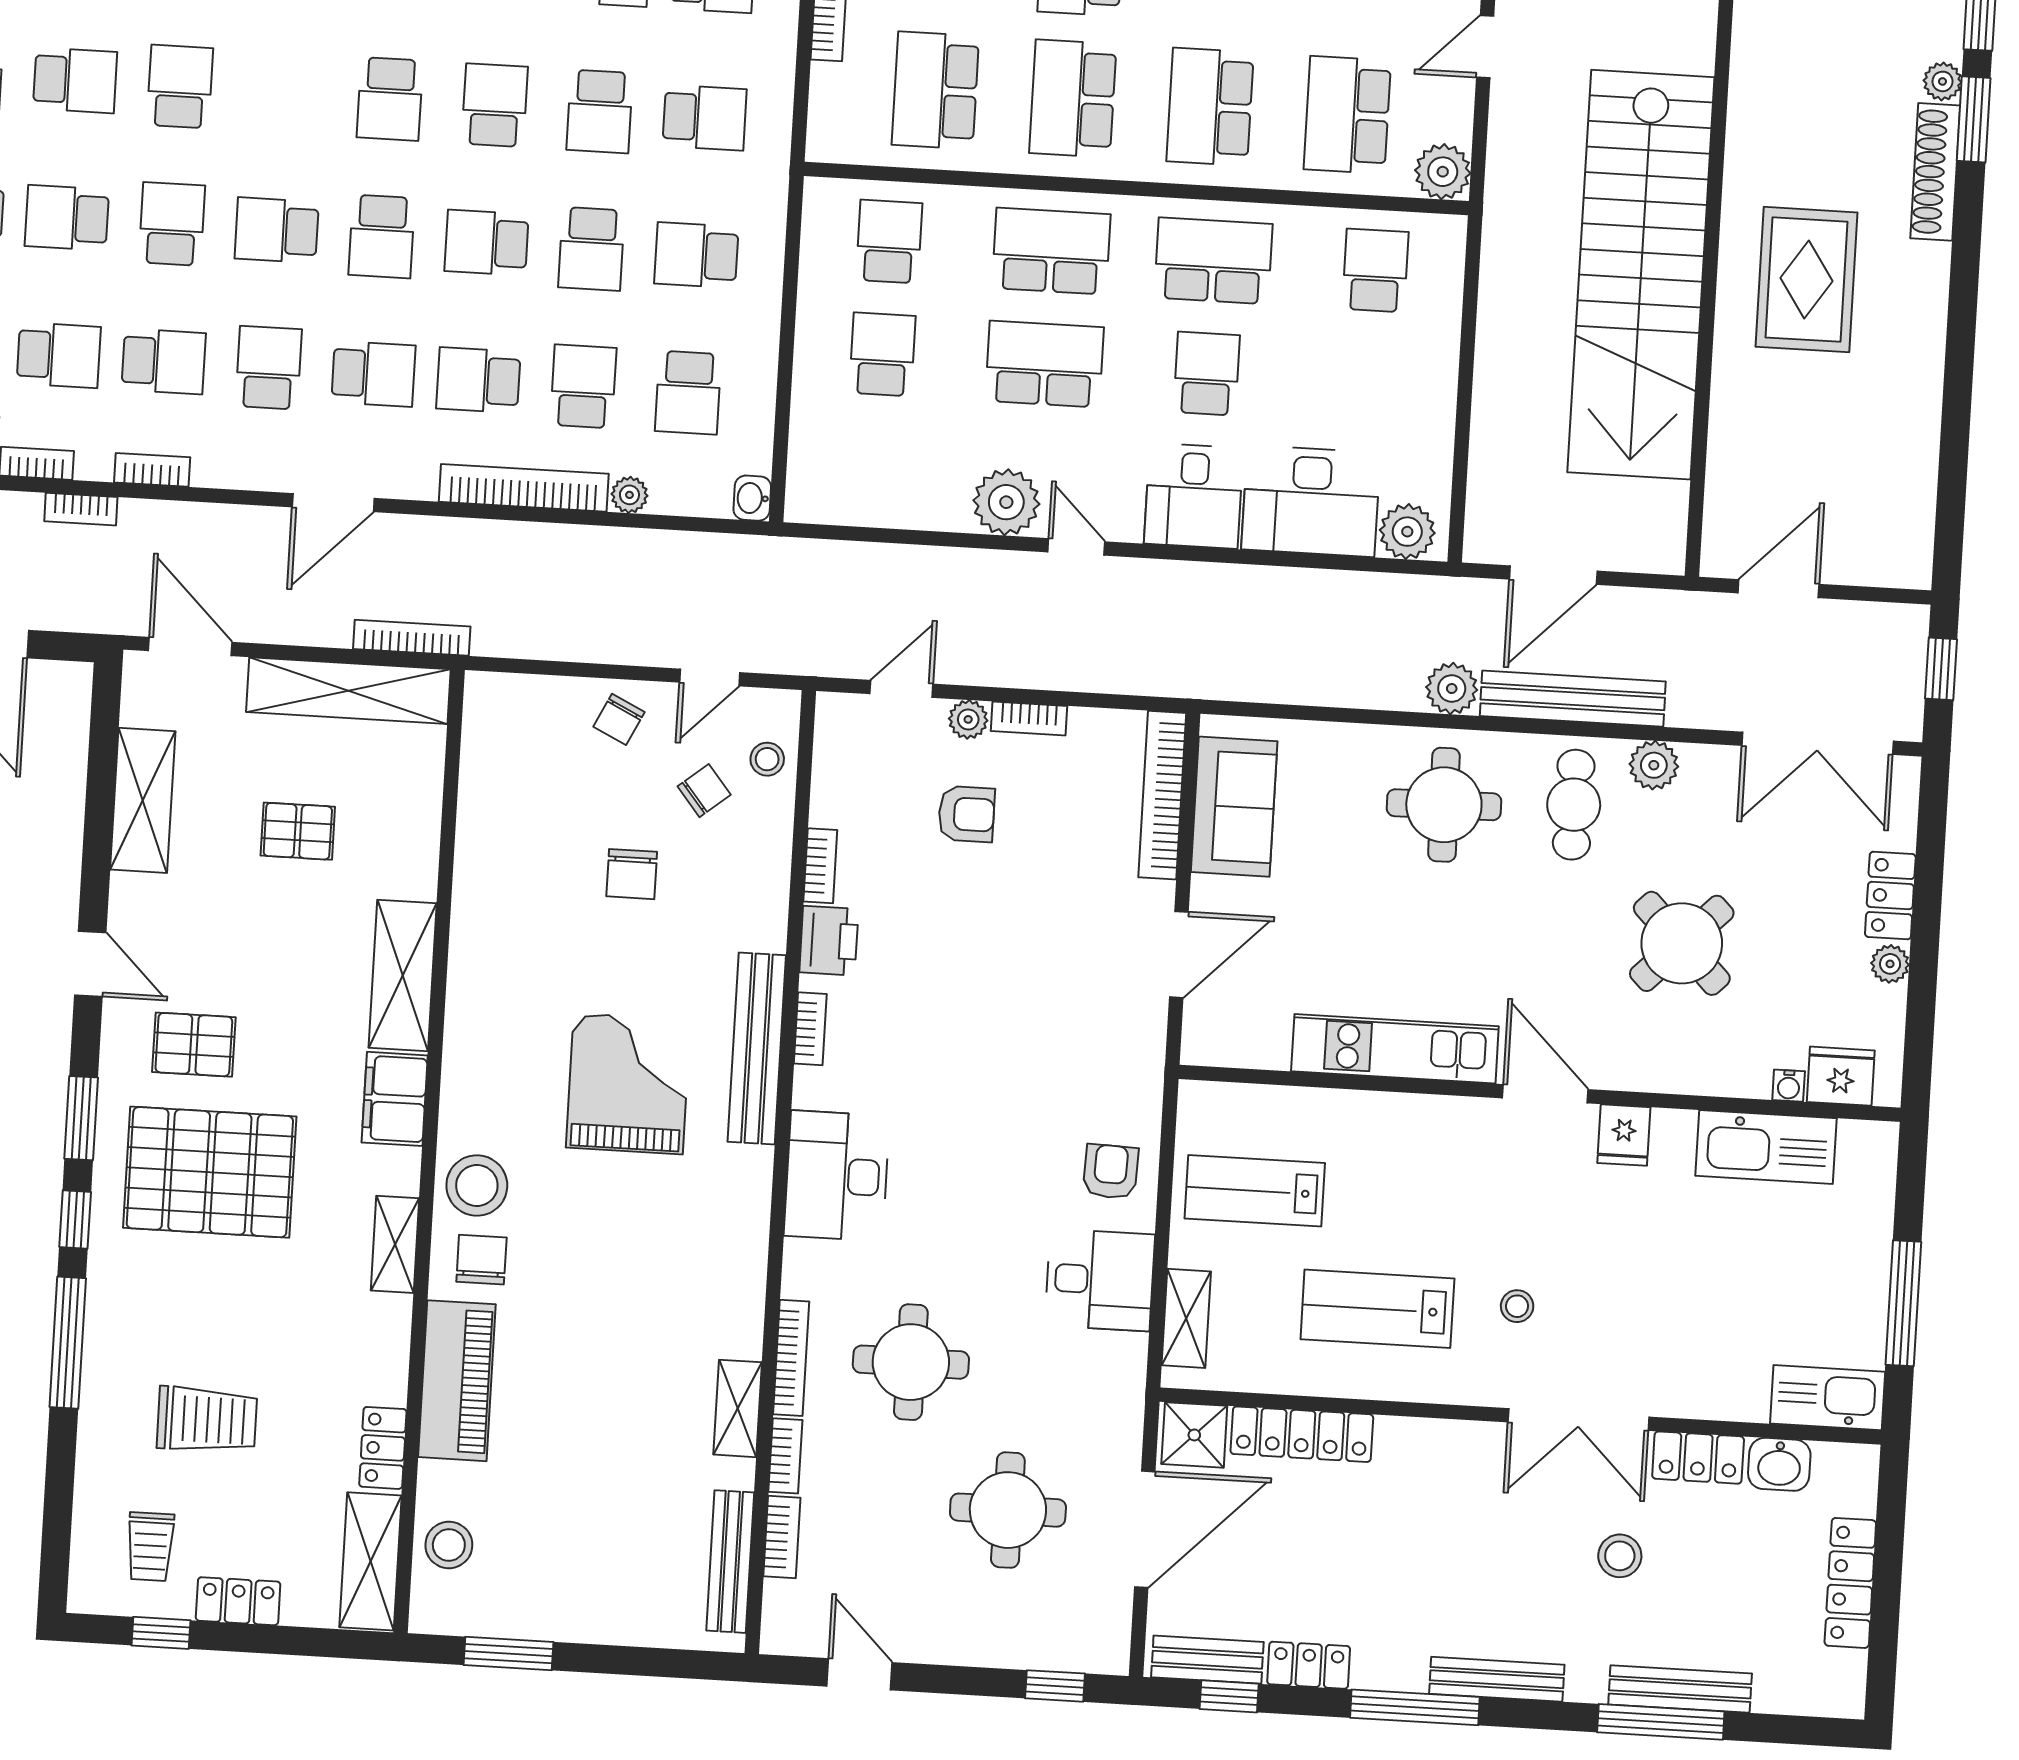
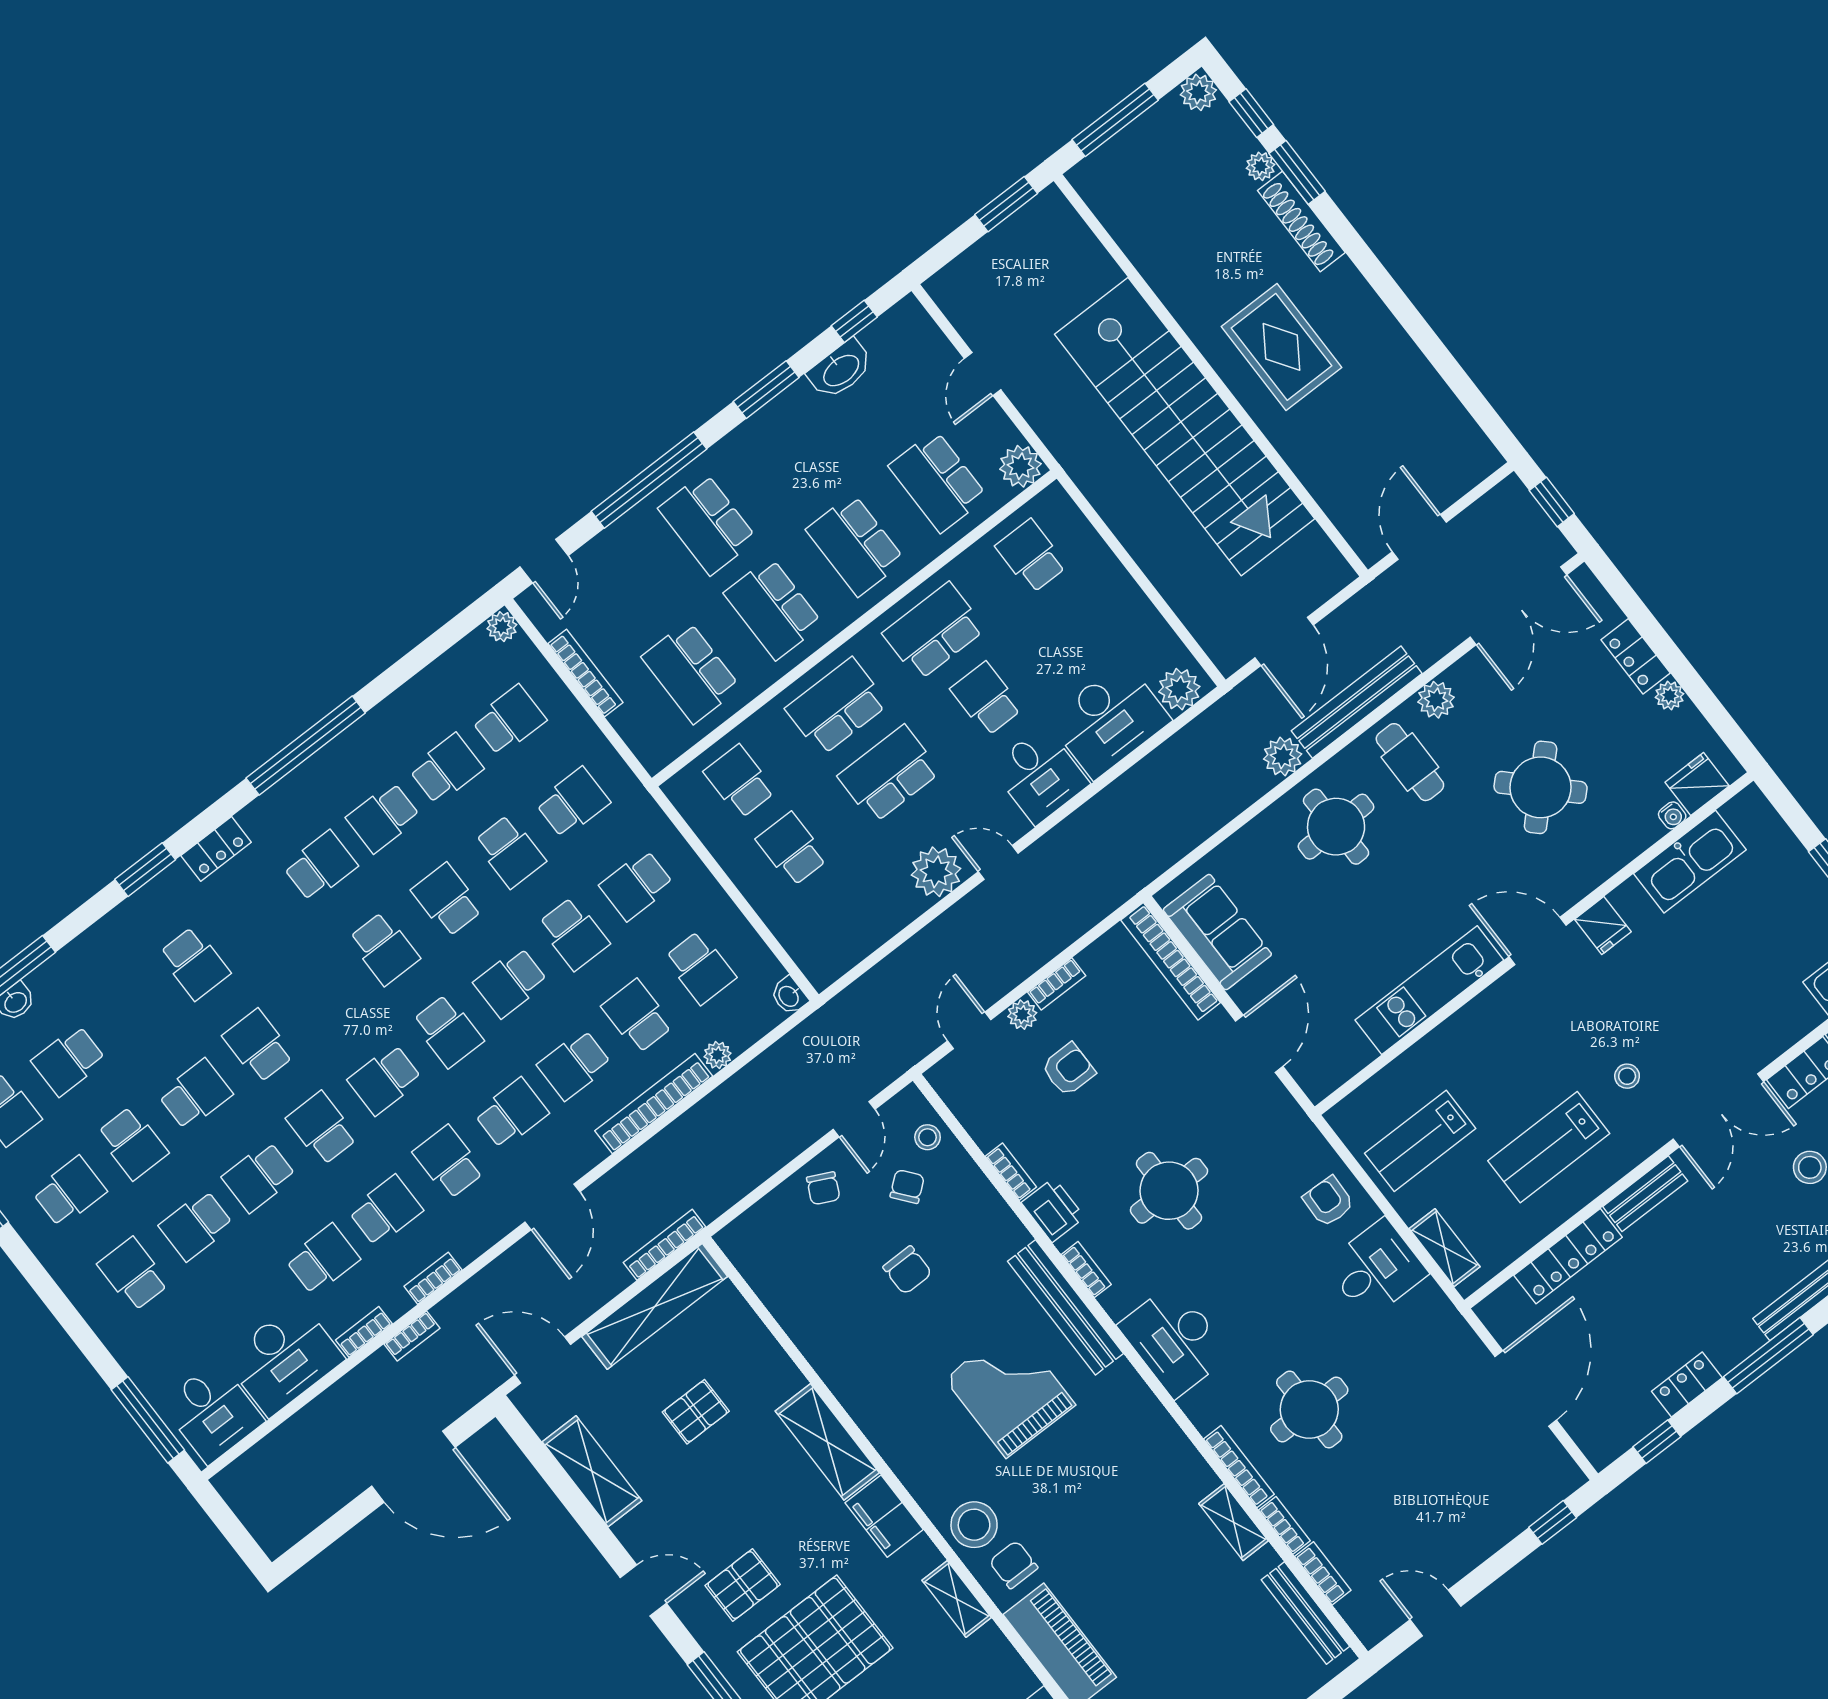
shower: (1194, 1435) -> (1507, 1310), removed
round table: (1008, 1510) -> (1169, 1191), moved
bench: (1207, 1660) -> (1645, 1194), moved

